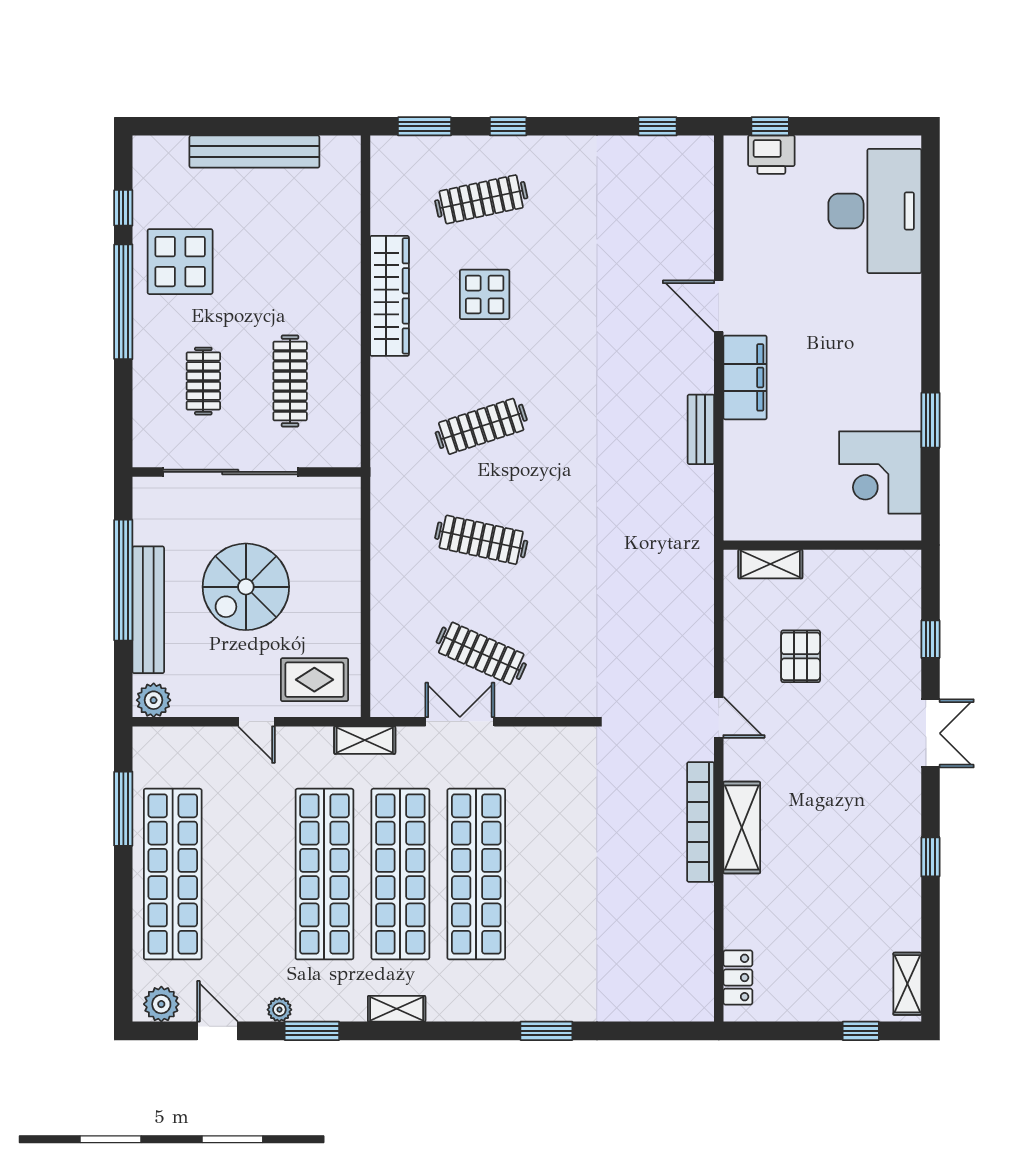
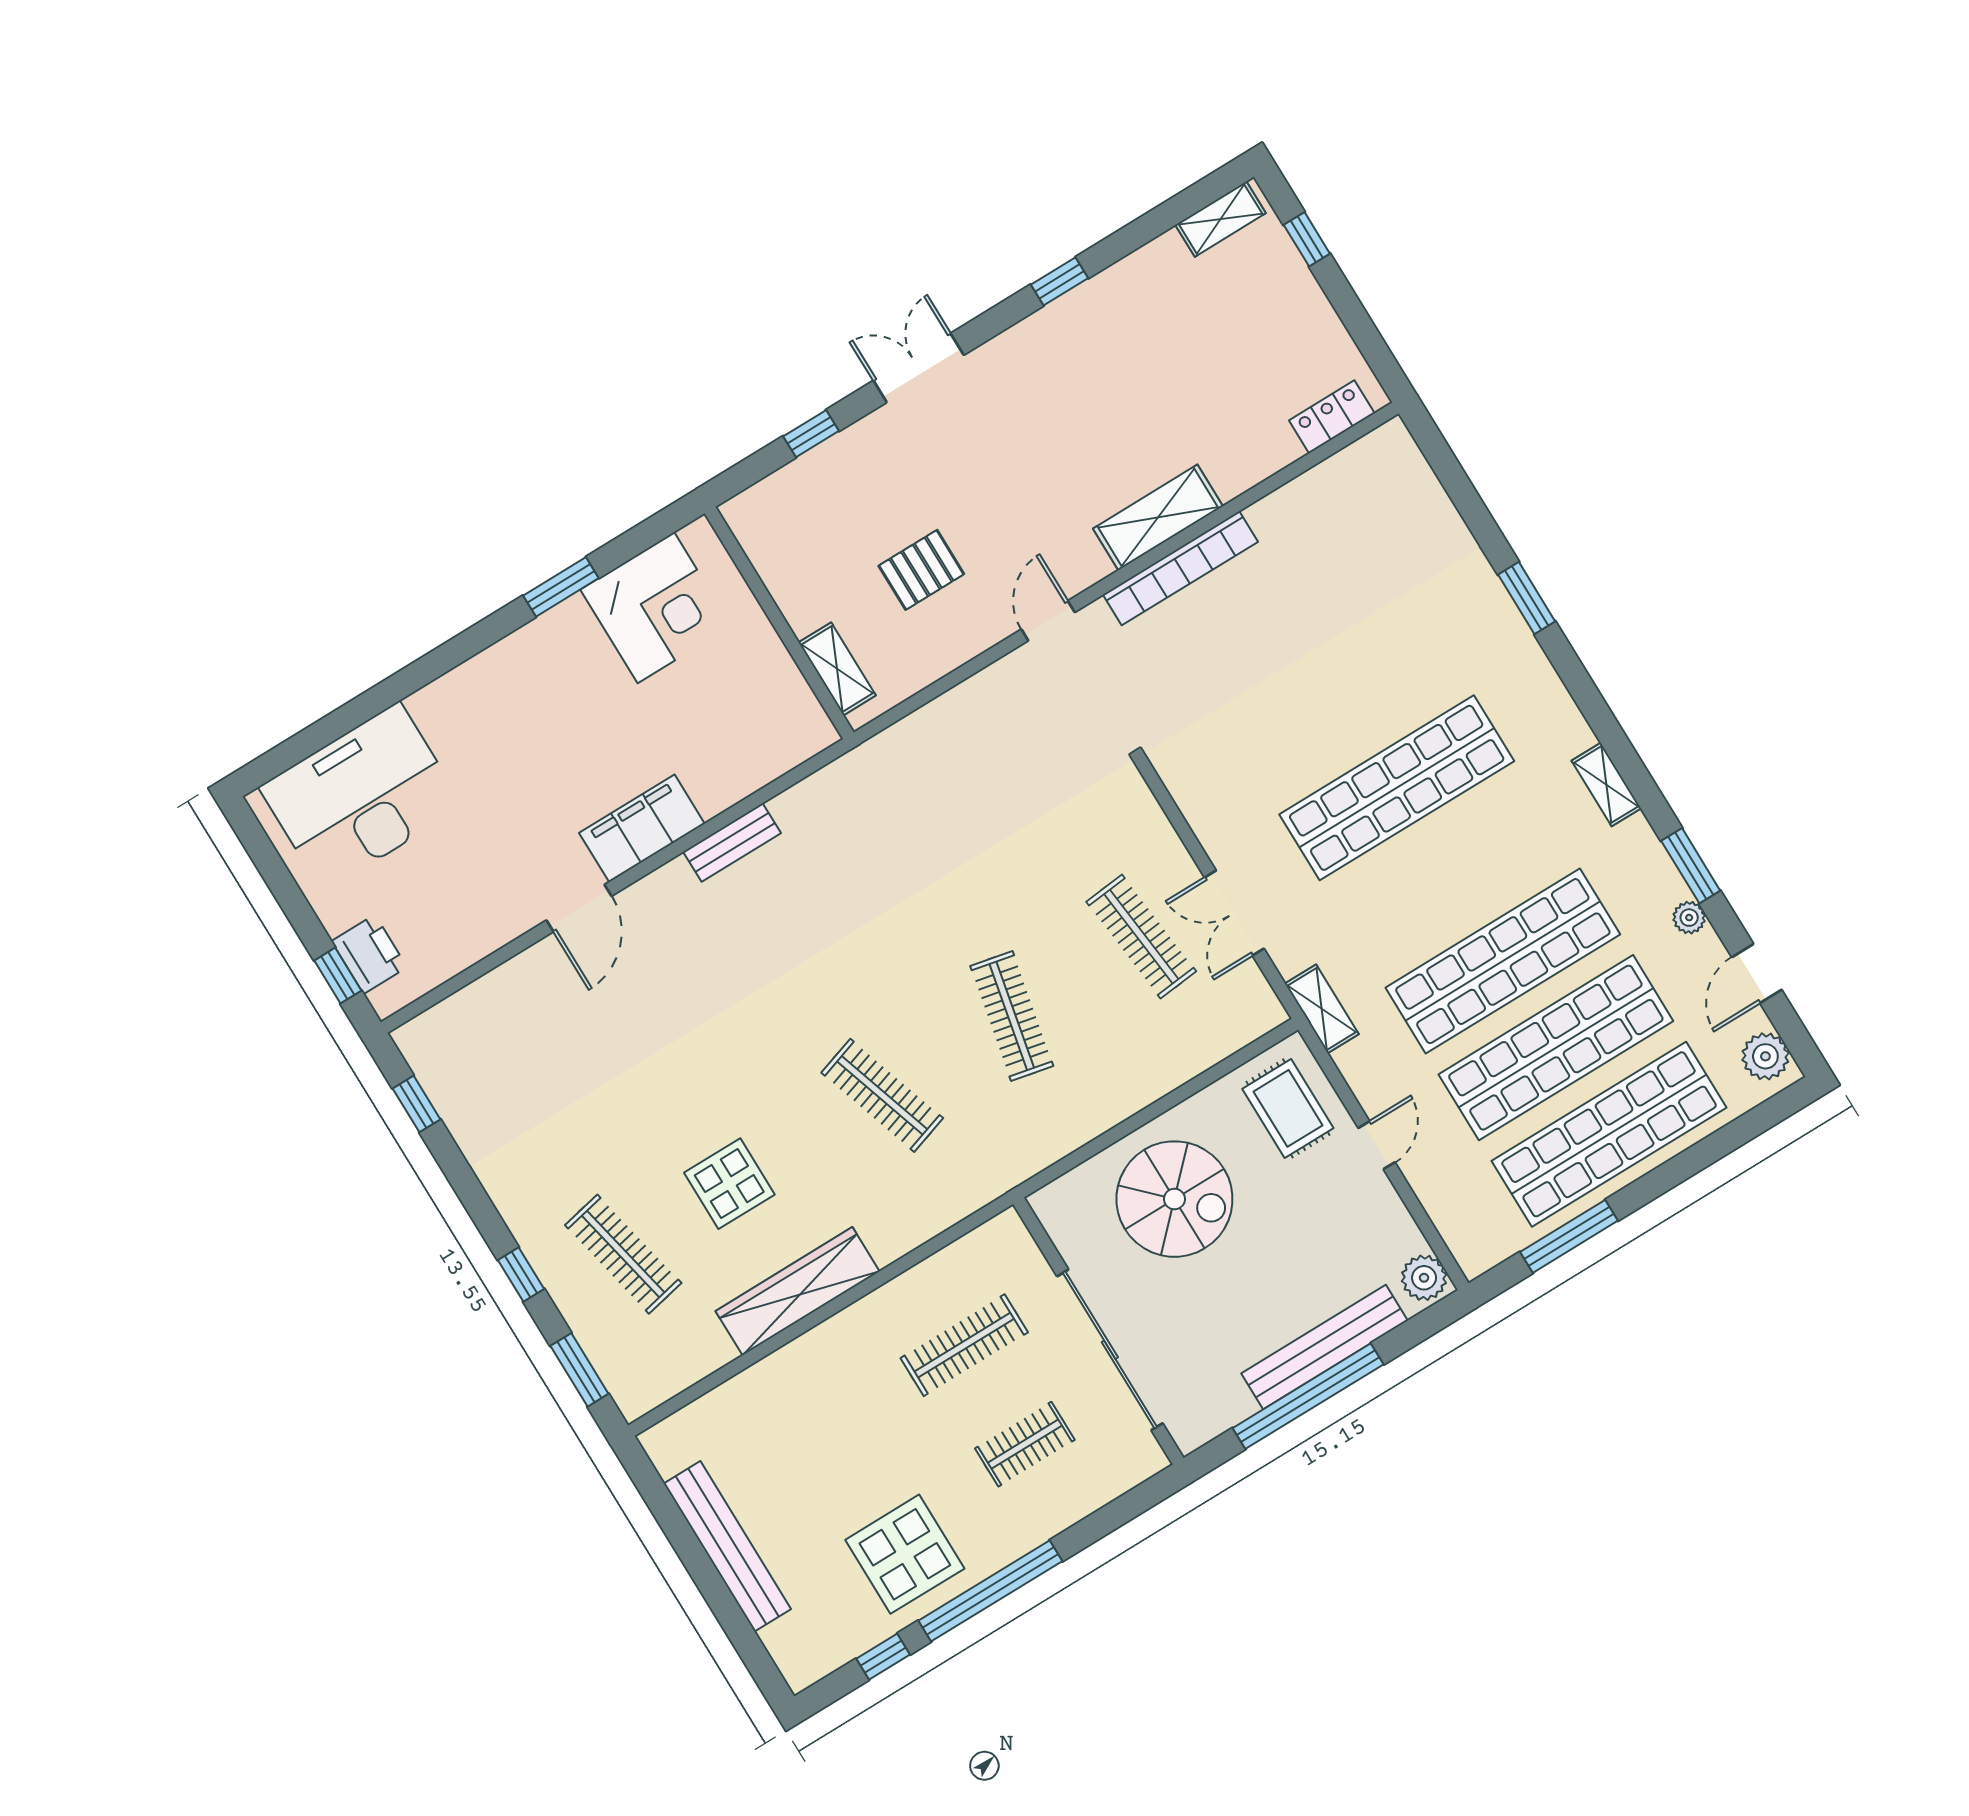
spiral stairs: (246, 587) -> (1174, 1199), moved
clothes rail: (481, 653) -> (1141, 937), turned -30
shop shelf: (400, 874) -> (1556, 1048), moved

